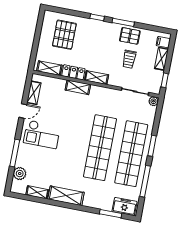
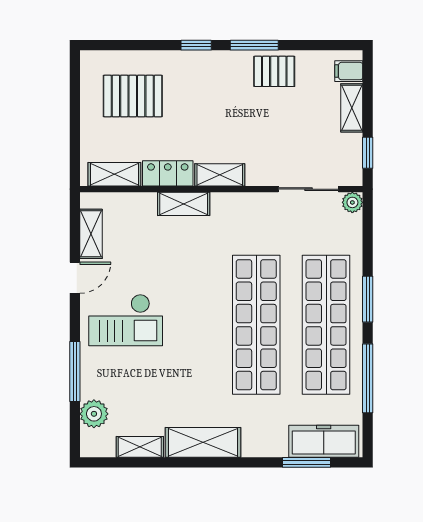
pallet: (64, 35) -> (133, 96), turned 90
trolley: (129, 59) -> (282, 122), removed
freezer: (125, 206) -> (324, 441), width x1.40

